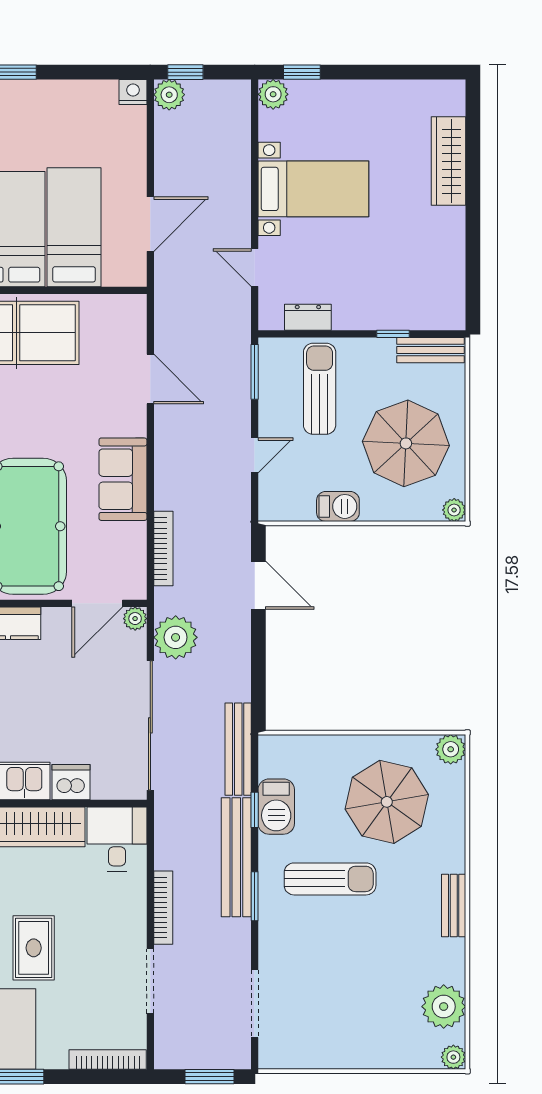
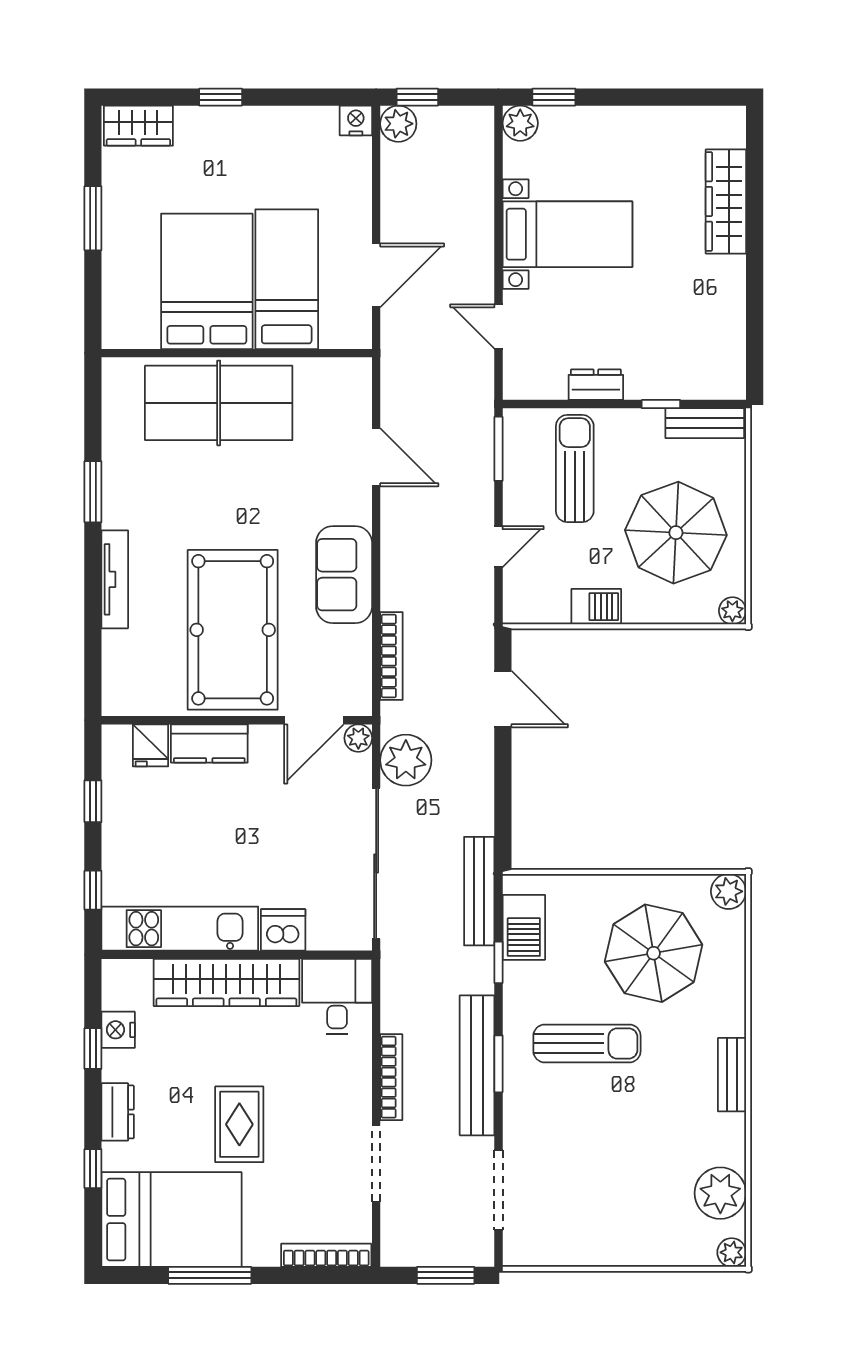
dresser: (308, 317) -> (596, 385), moved
barbecue: (276, 807) -> (524, 927), moved
bench: (236, 857) -> (477, 1065), moved

